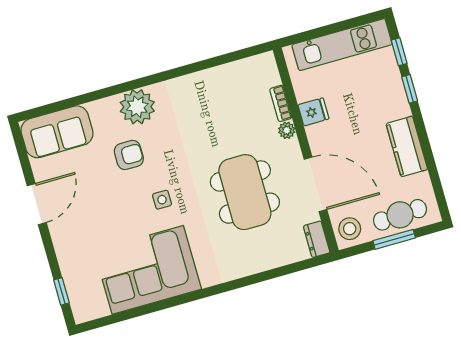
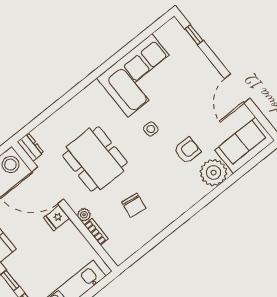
plant: (137, 107) -> (214, 173), moved
fridge: (313, 112) -> (56, 218), moved
chair: (222, 116) -> (134, 205), added
armchair: (129, 155) -> (187, 150), turned 180

